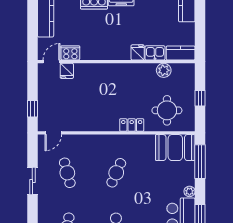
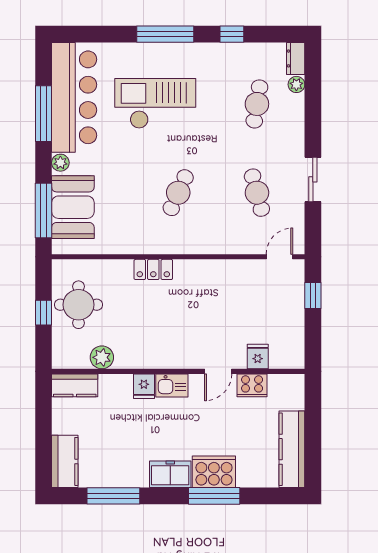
kitchen sink: (155, 53) -> (172, 385), moved
door: (52, 62) -> (218, 371), moved
round table: (167, 110) -> (79, 305), moved
booth: (175, 148) -> (73, 207), moved, turned 90

